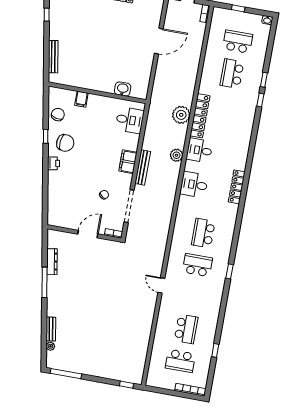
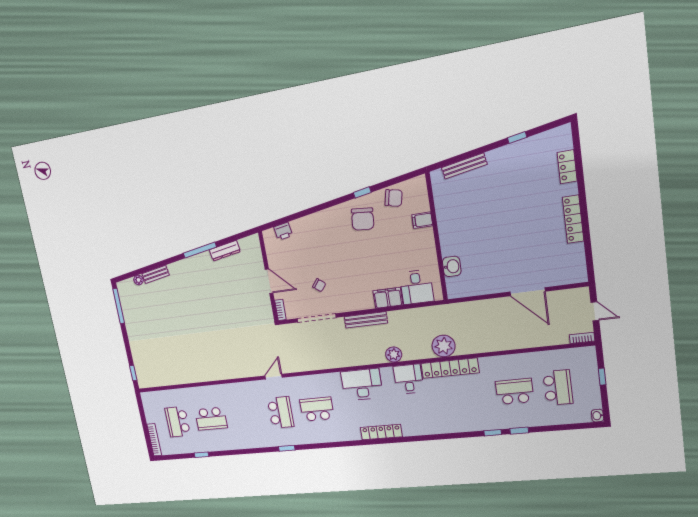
filing cabinet: (128, 162) -> (388, 298), moved
printer: (54, 163) -> (283, 231), moved
desk: (194, 185) -> (362, 385), width x1.37
door: (161, 285) -> (274, 377), moved

